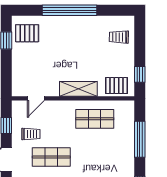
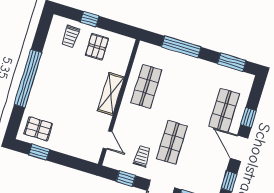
pallet: (27, 33) -> (38, 129), turned 90
window: (140, 74) -> (90, 19), moved
pallet: (116, 86) -> (97, 47), moved

